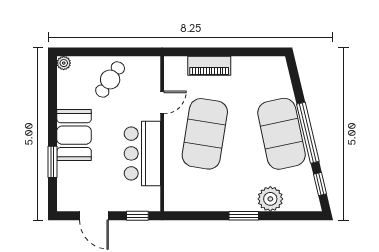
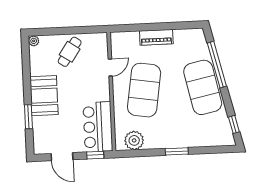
piano: (209, 66) -> (156, 37), moved
window: (308, 133) -> (217, 65), moved
bar counter: (142, 153) -> (98, 127), moved
plant: (270, 199) -> (134, 140), moved

